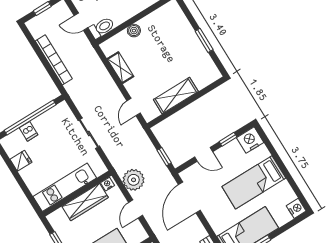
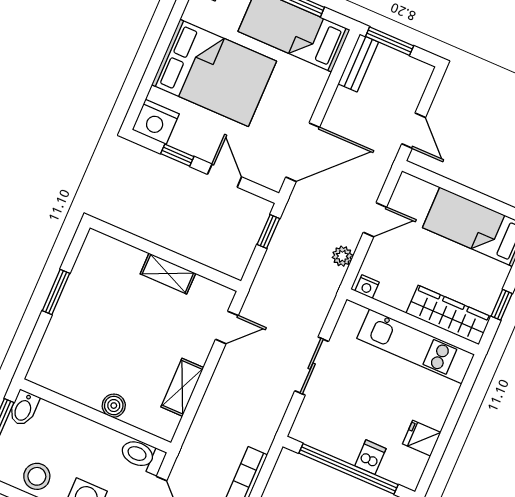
shelving: (176, 96) -> (168, 273), width x0.67, depth x0.75
plant: (134, 180) -> (342, 256), width x0.53, depth x0.53
bed: (254, 182) -> (214, 73), width x1.50
wardrobe: (85, 202) -> (448, 315), moved

